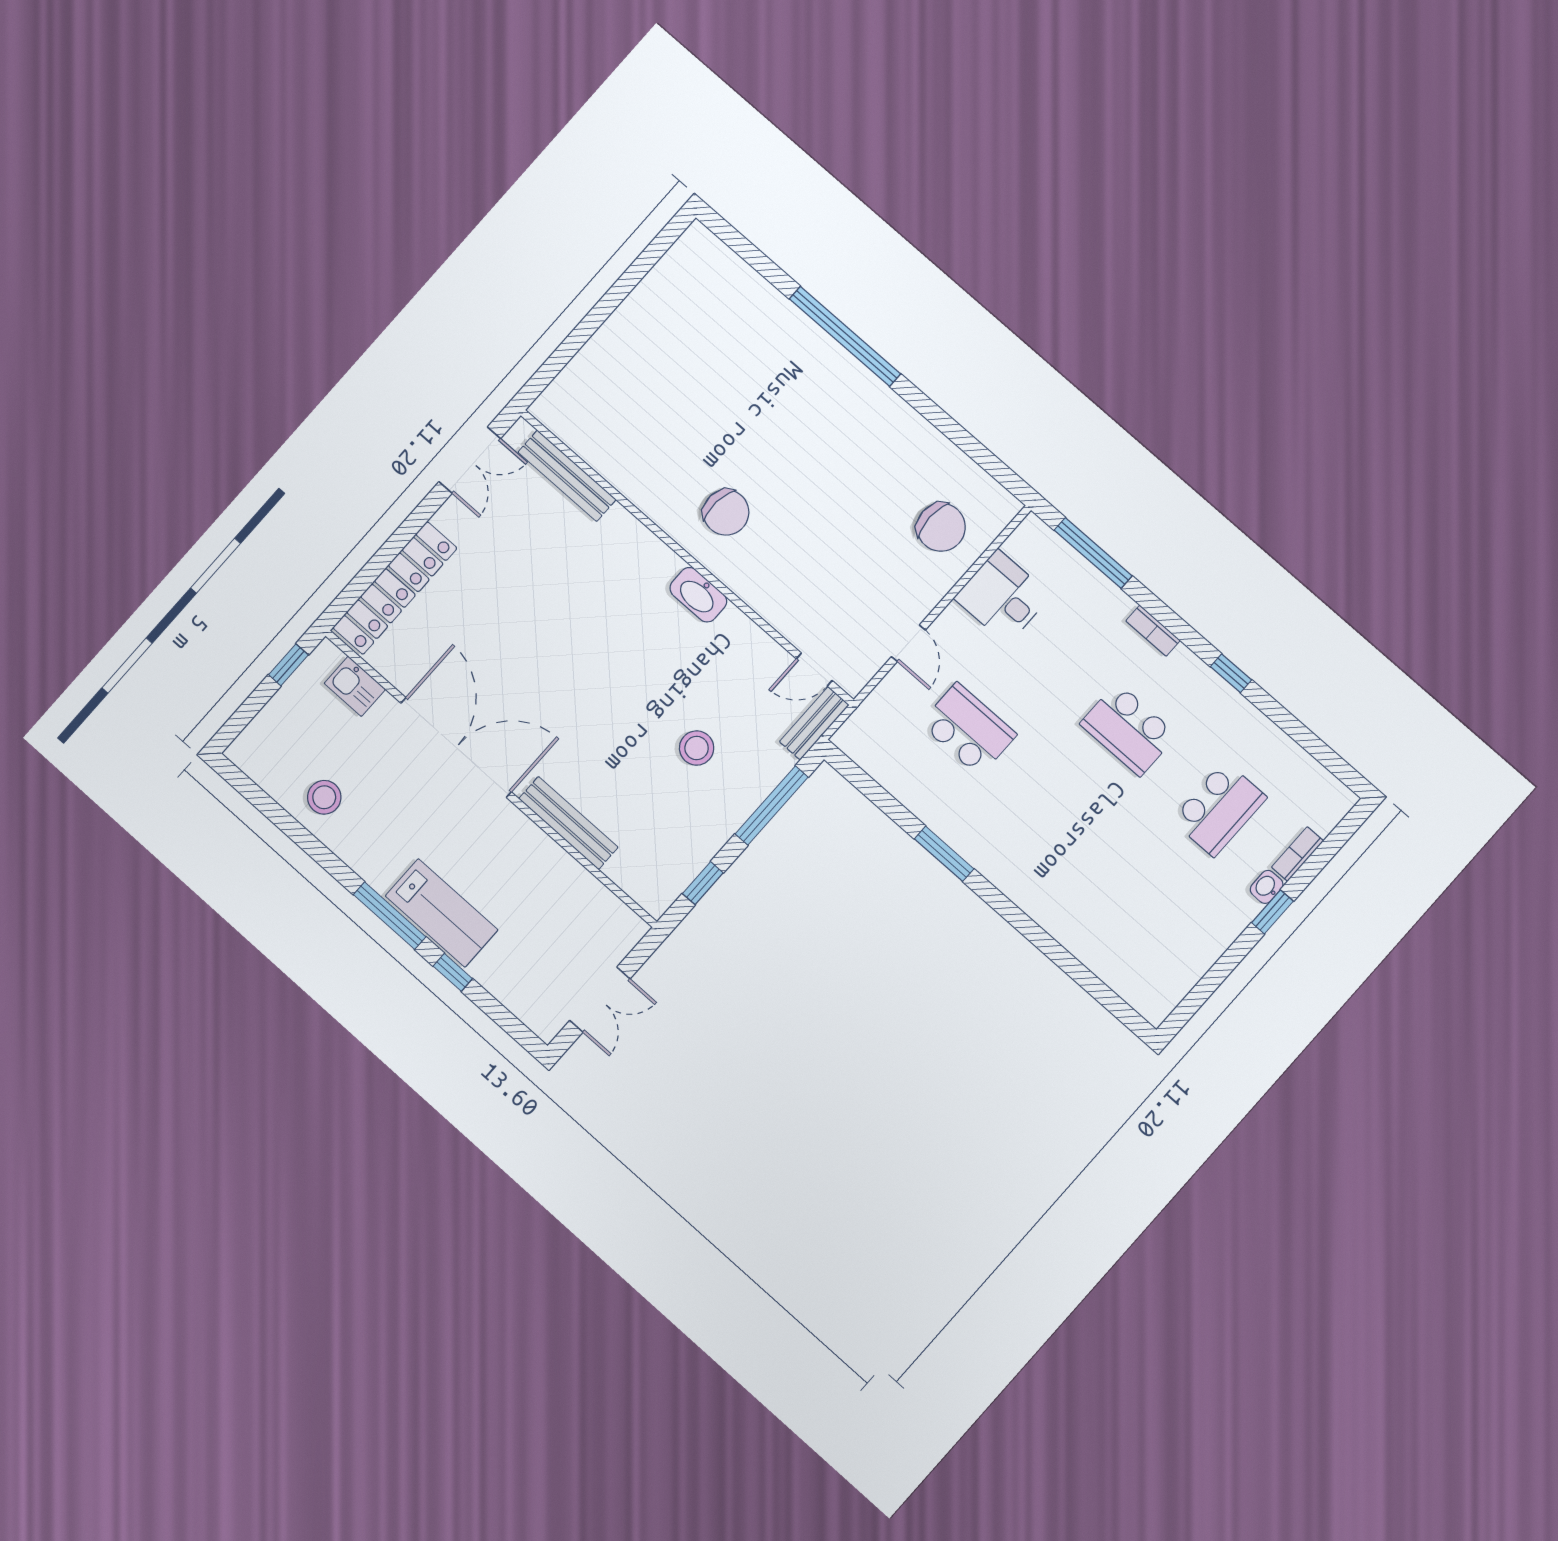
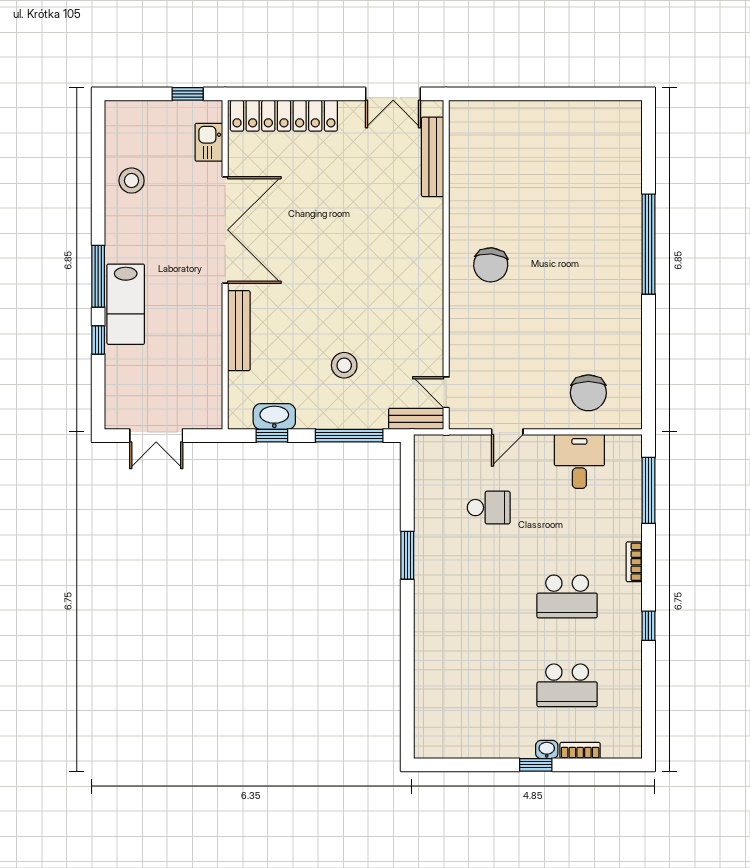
washbasin: (698, 595) -> (274, 416), moved, turned 90
school desk: (968, 729) -> (489, 508), width x0.54
school desk: (1128, 729) -> (567, 596), turned -90

